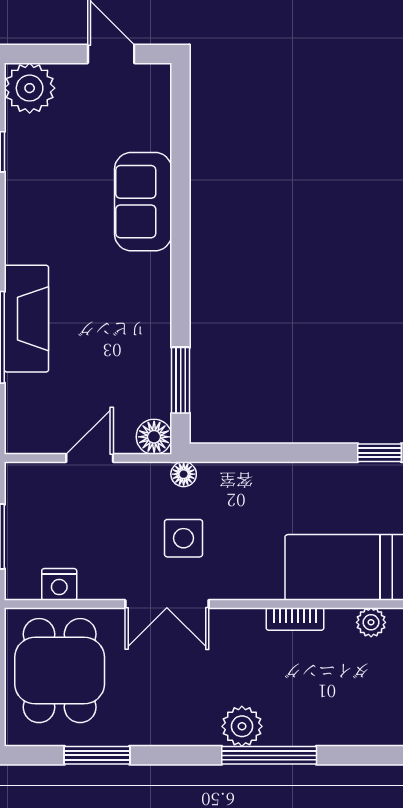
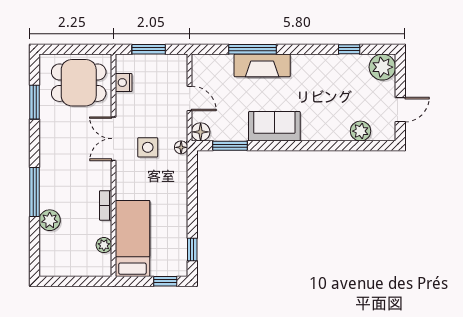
plant: (152, 130) -> (360, 131), added
sofa: (143, 202) -> (274, 126), moved
plant: (242, 726) -> (50, 220), moved

